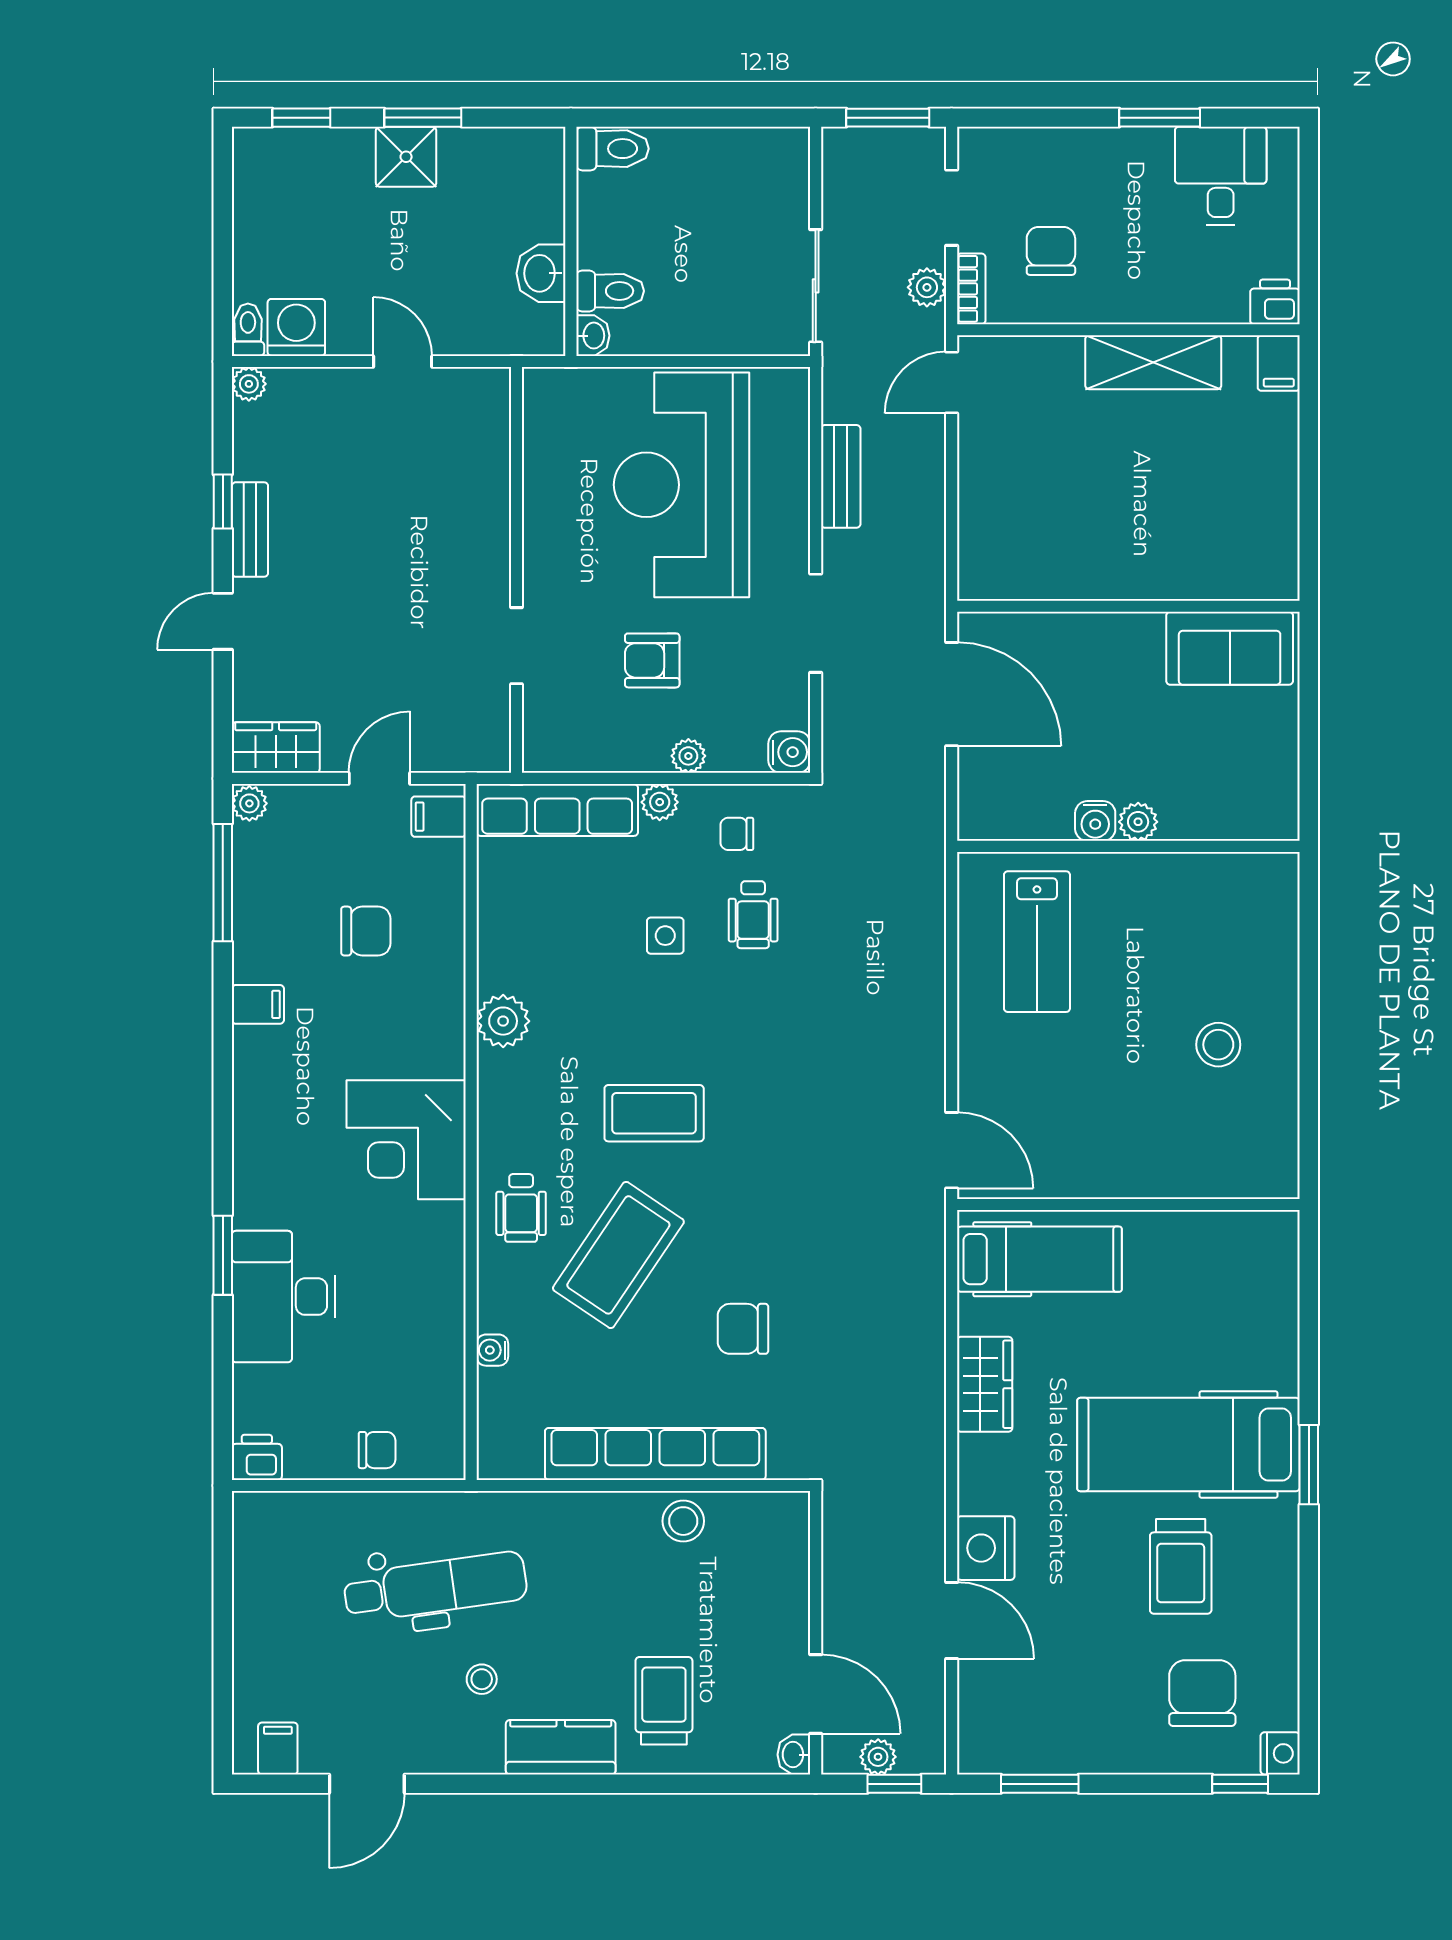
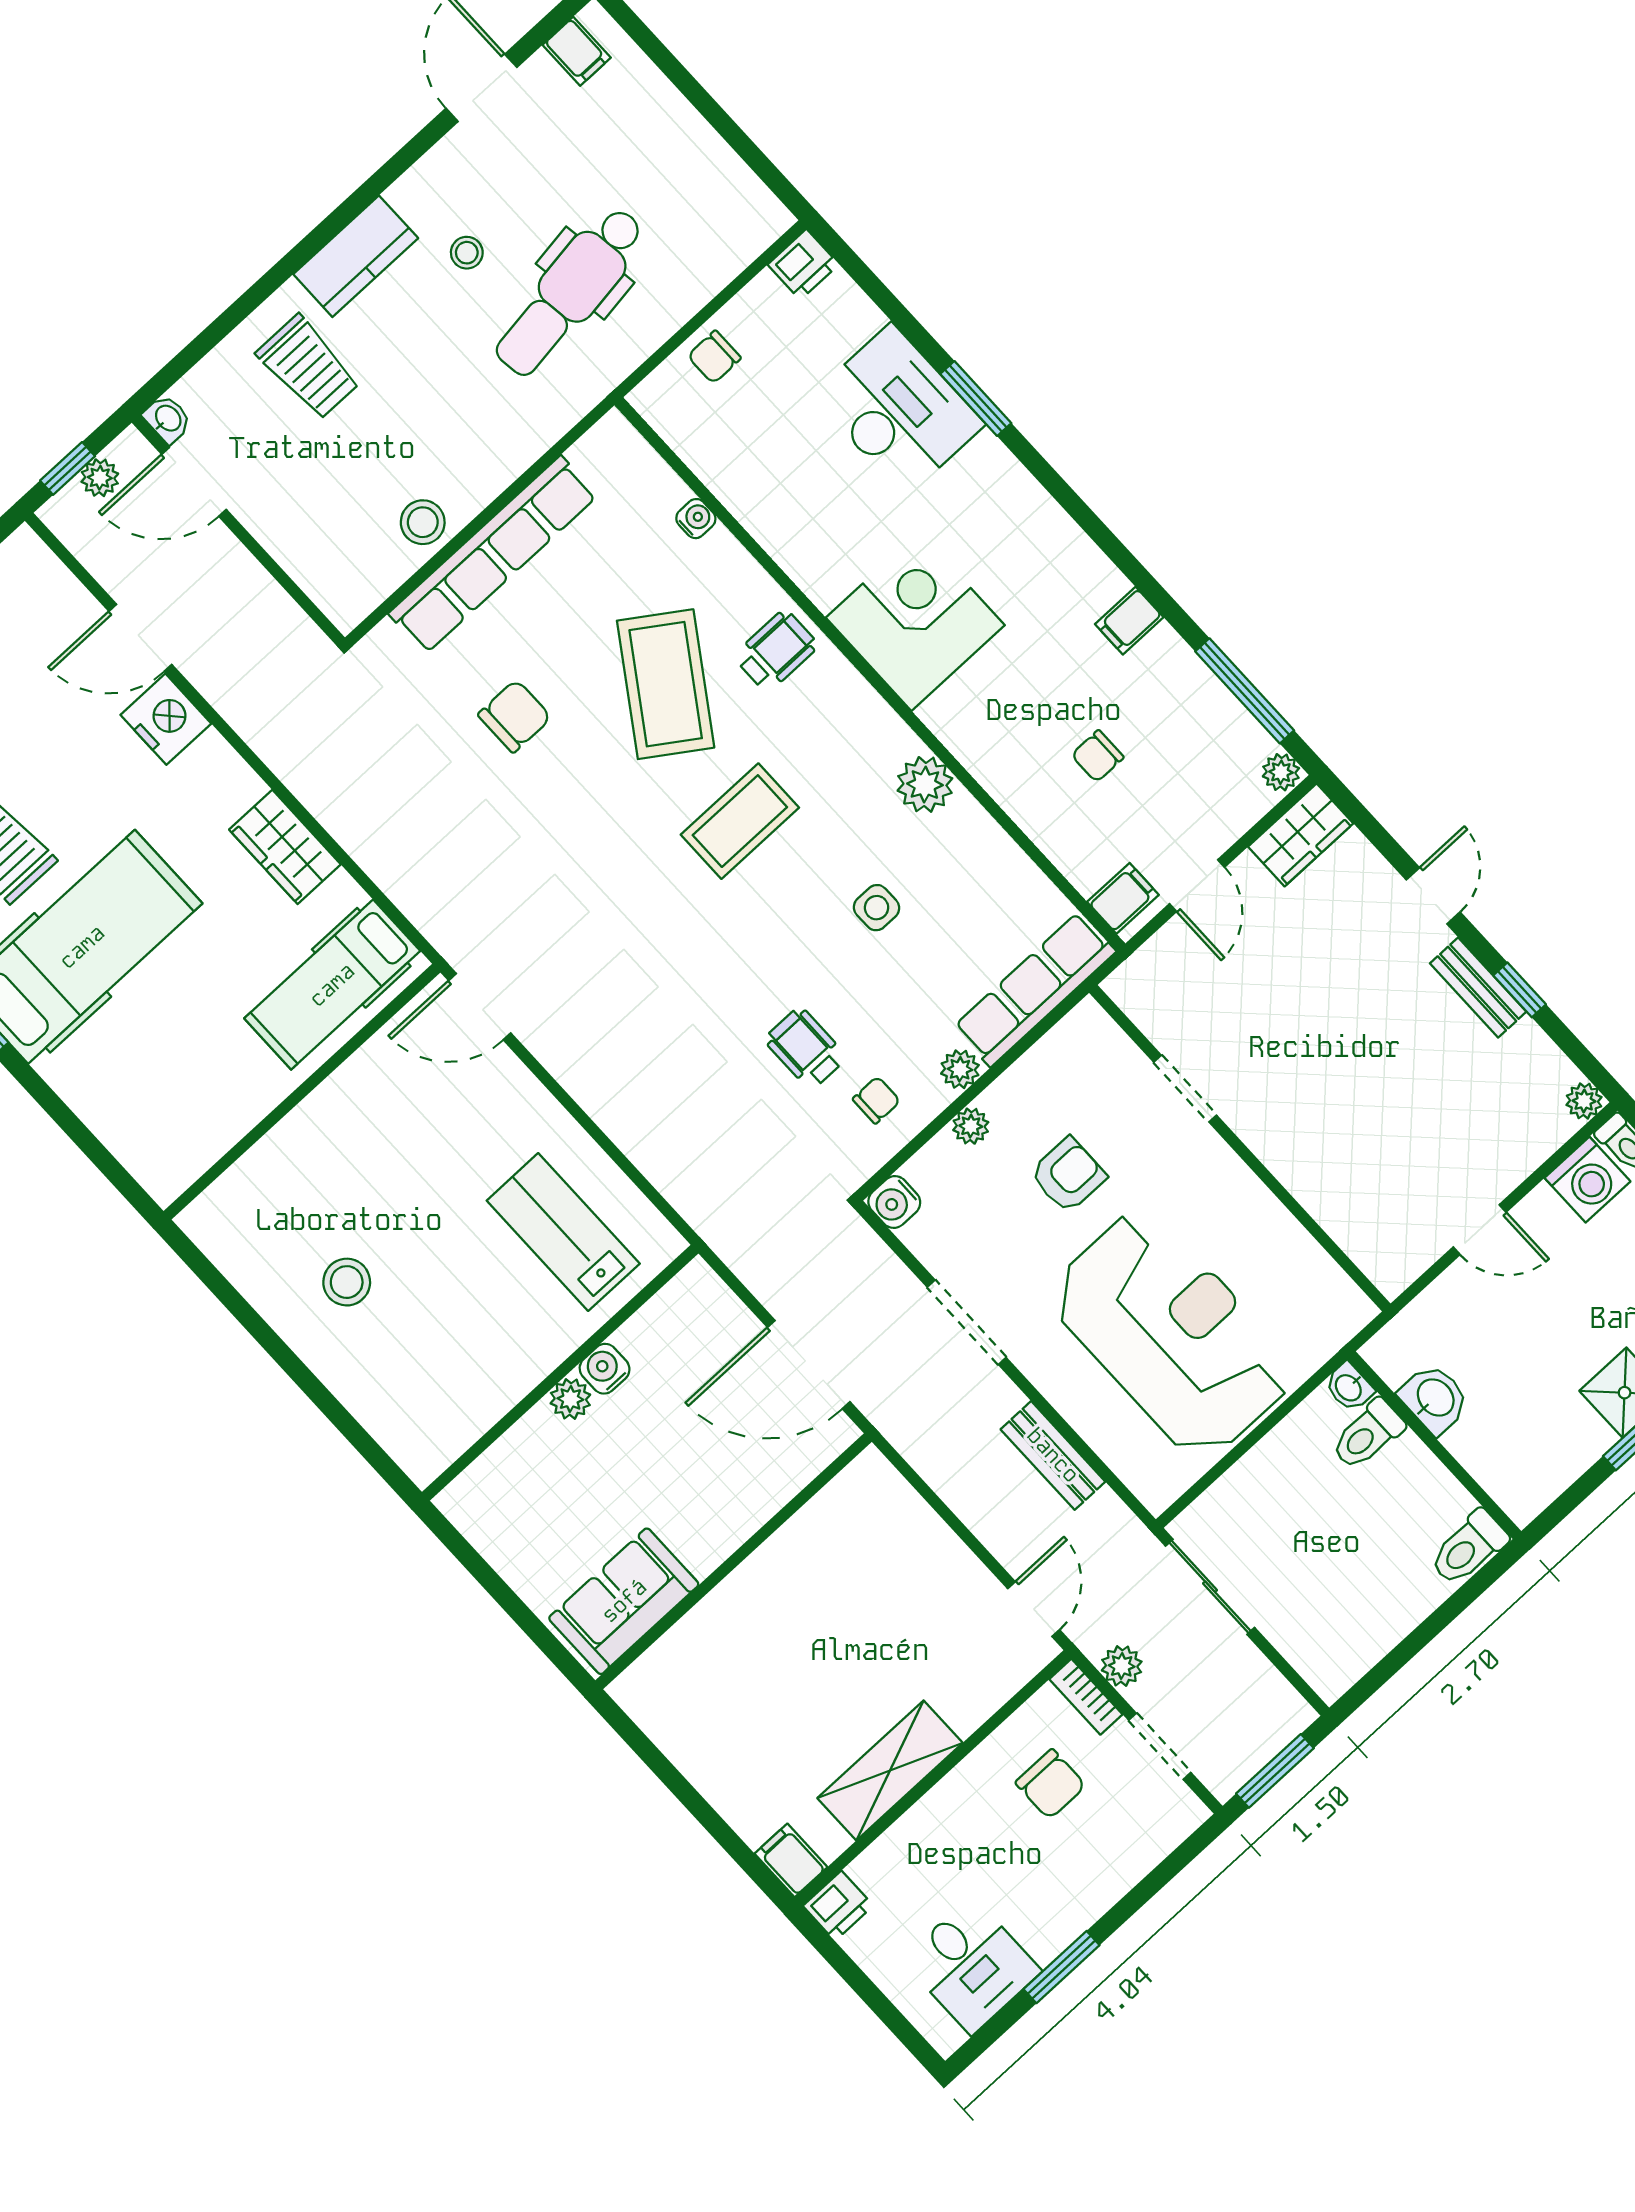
chair: (366, 931) -> (1098, 756), width x0.73, depth x0.73
side table: (665, 936) -> (877, 908), moved
wheelchair: (521, 1208) -> (776, 651), turned 90

